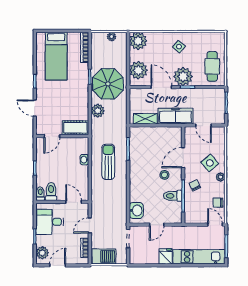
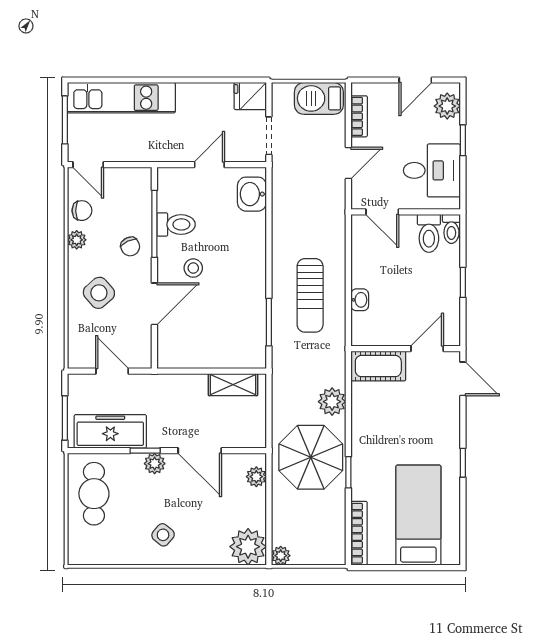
plant: (112, 37) -> (281, 556), moved
plant: (138, 70) -> (256, 477), width x0.53, depth x0.53
plant: (183, 76) -> (155, 464), width x0.53, depth x0.53
door: (35, 108) -> (463, 379), moved
freezer: (175, 116) -> (110, 431), moved, turned 180
plant: (220, 177) -> (77, 240), moved
fridge: (166, 256) -> (250, 96), moved, turned 90

